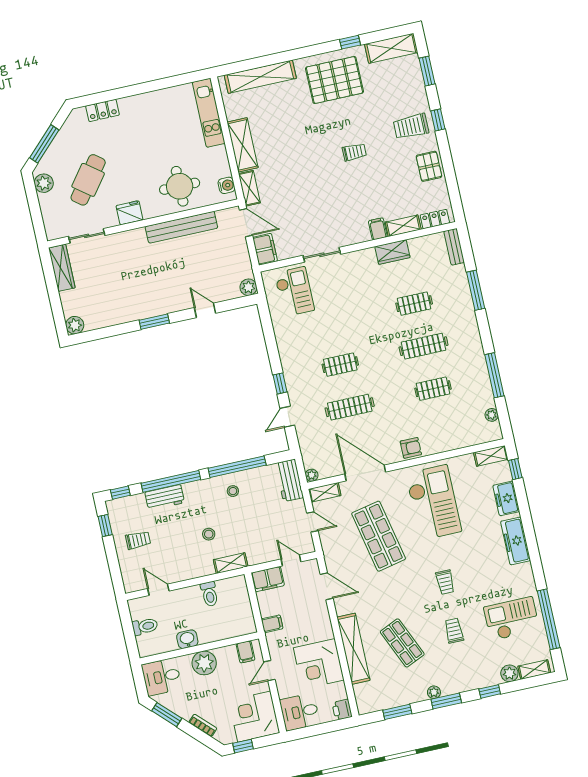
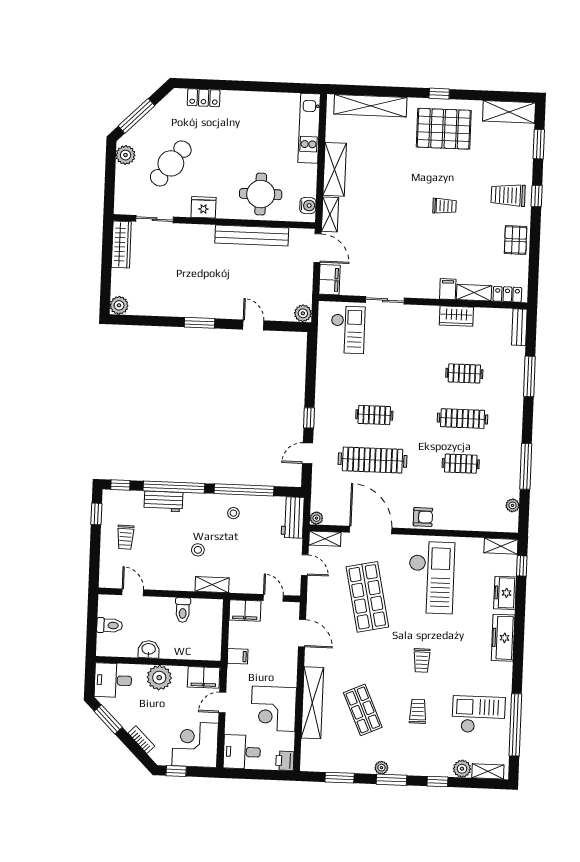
window: (350, 42) -> (439, 94), moved
clothes rail: (350, 407) -> (372, 460), width x1.37, depth x1.31
trolley: (138, 540) -> (125, 537), turned 91
filing cabinet: (245, 652) -> (204, 677), width x2.00

